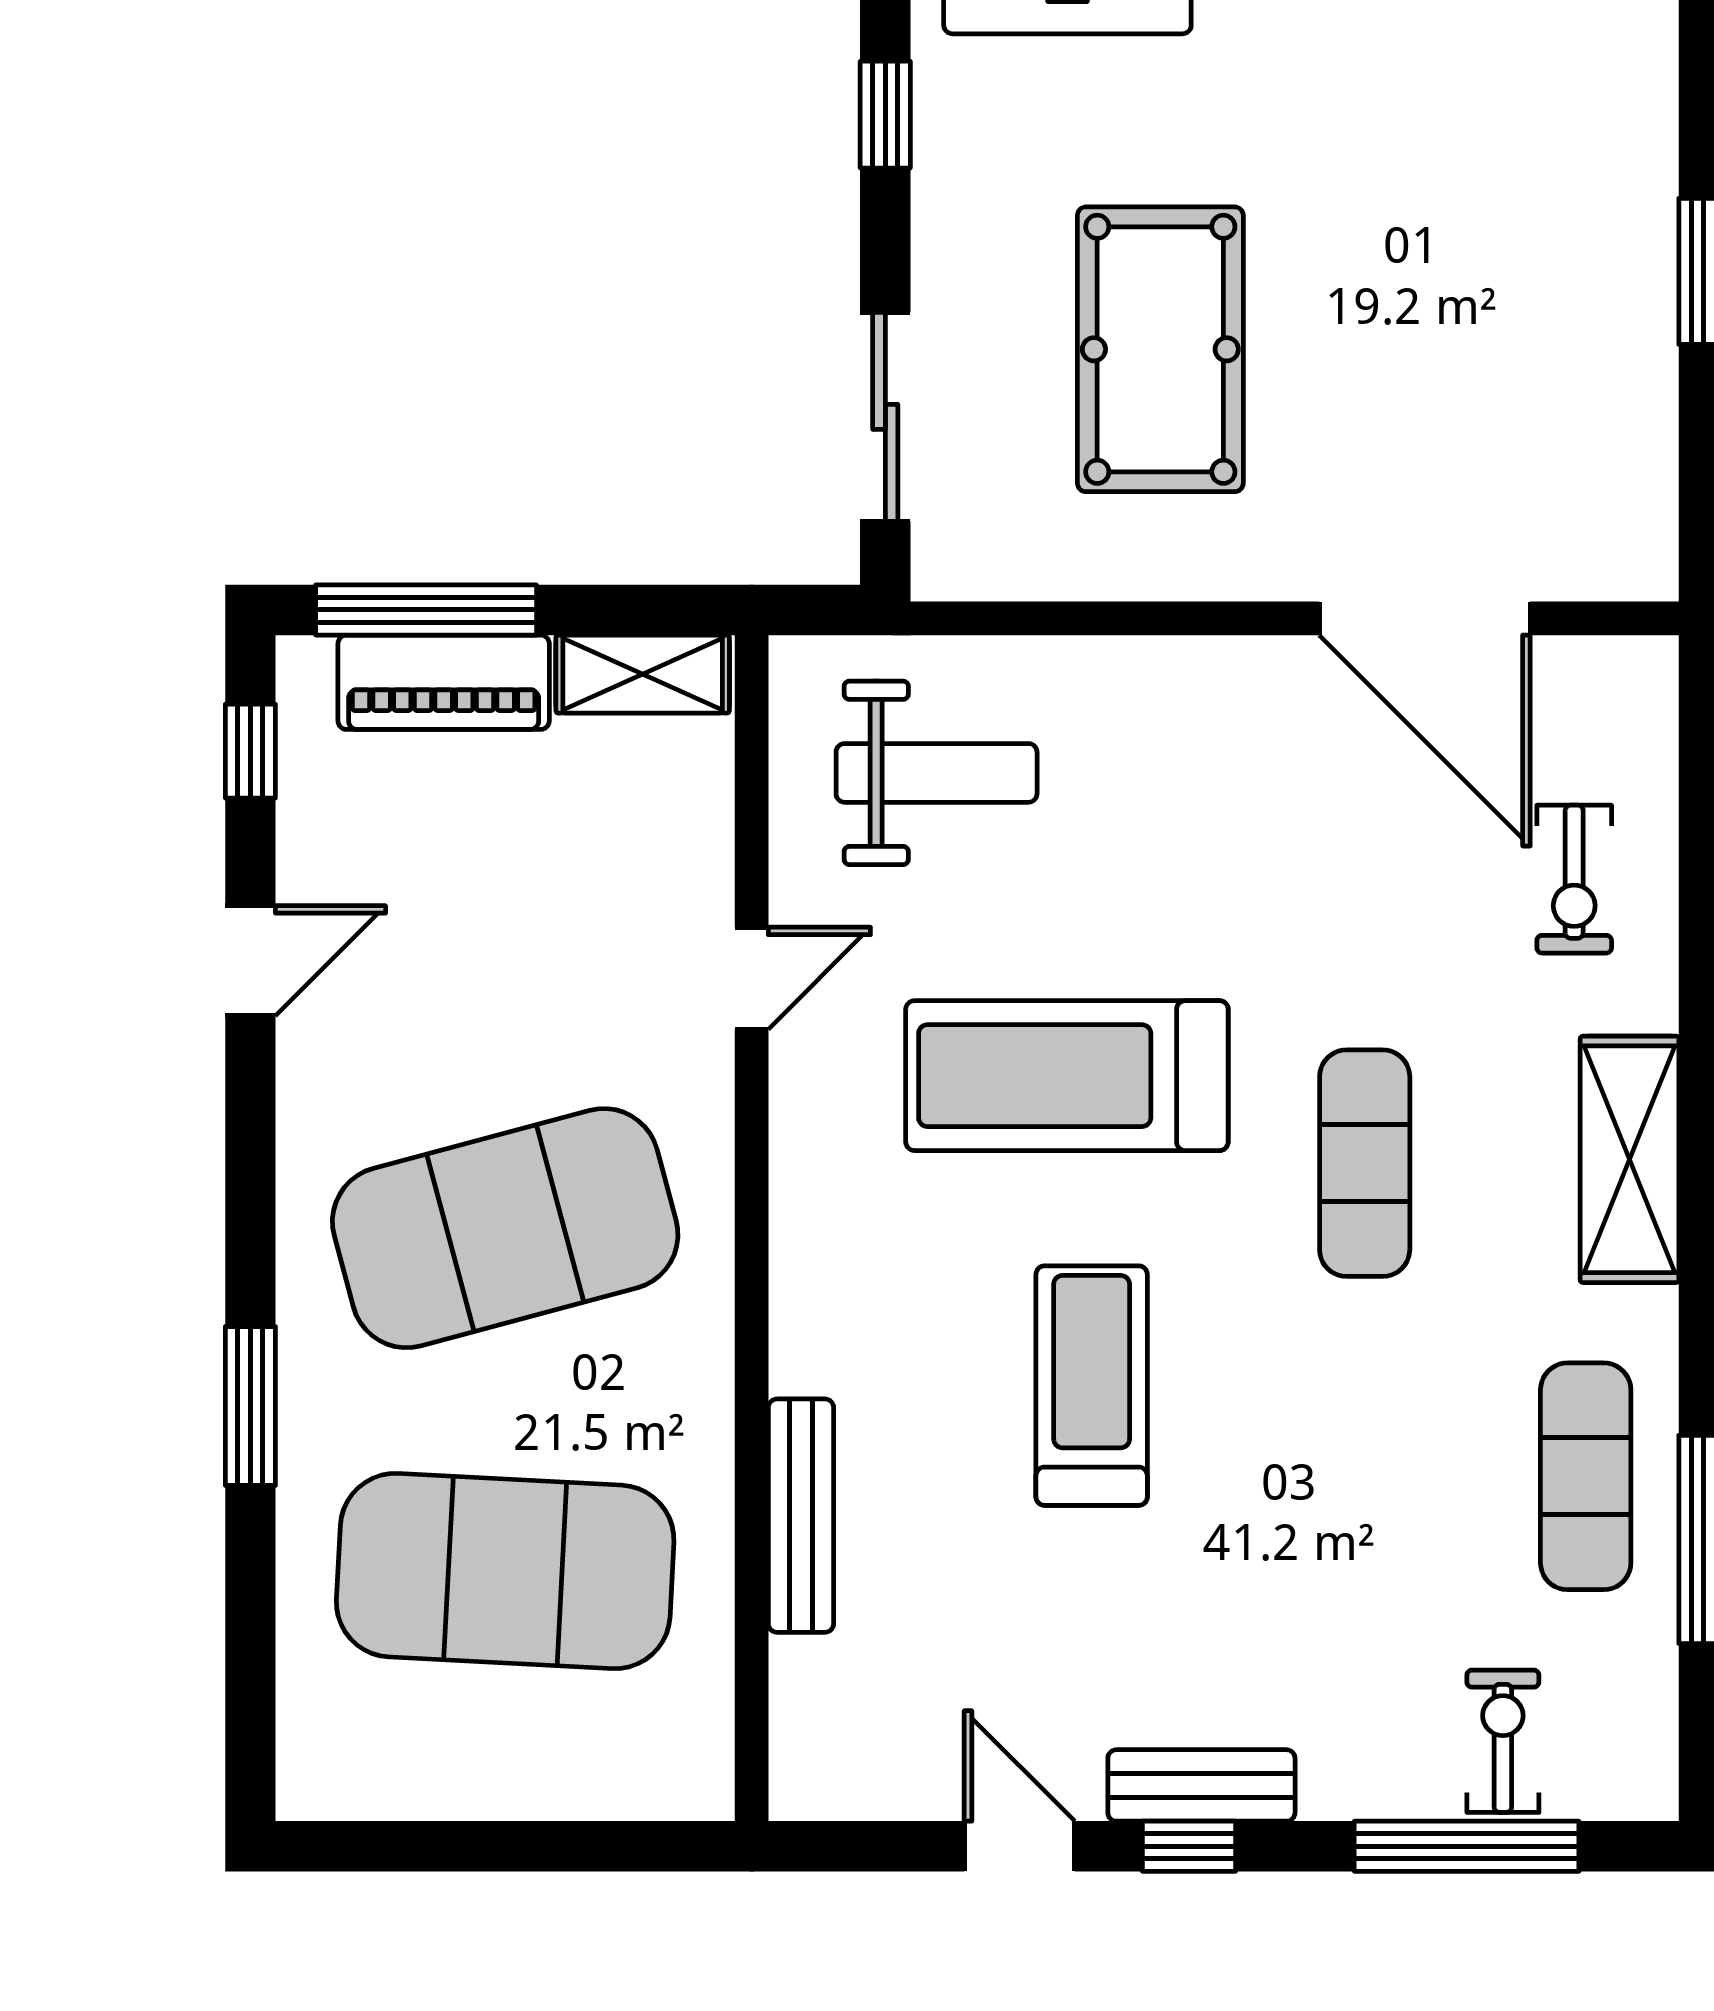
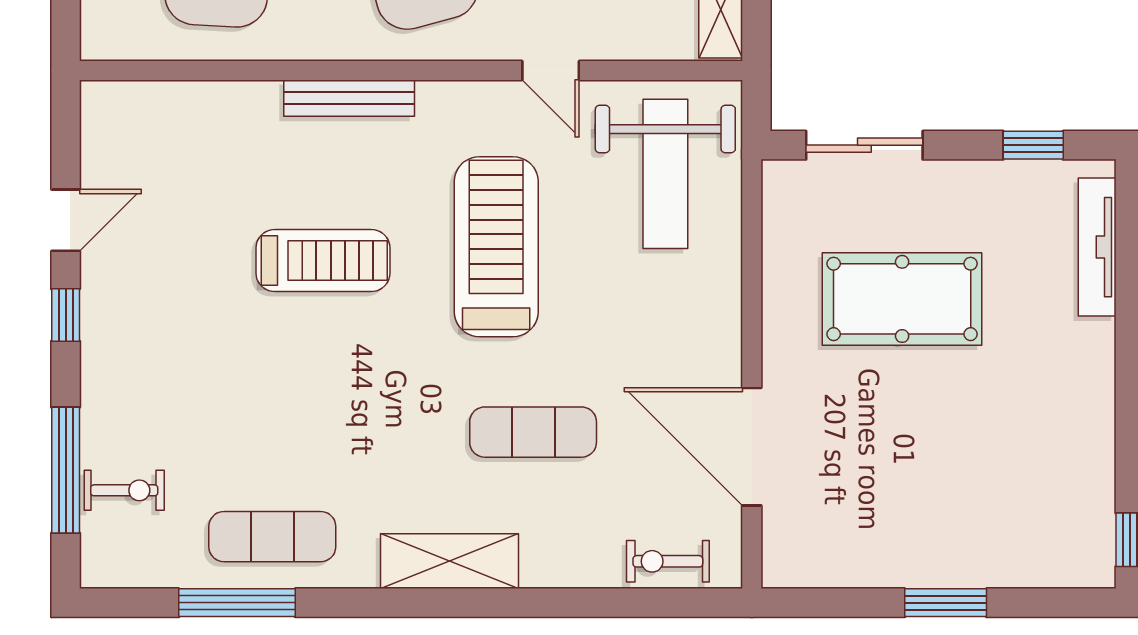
door: (1425, 618) -> (752, 447), hinge flipped
weight bench: (937, 773) -> (665, 174), width x1.36, depth x1.33
exercise bike: (1574, 879) -> (668, 561), moved
exercise mat: (1365, 1163) -> (533, 432), moved
bench: (801, 1516) -> (349, 98), moved
bench: (1201, 1785) -> (100, 322), removed

